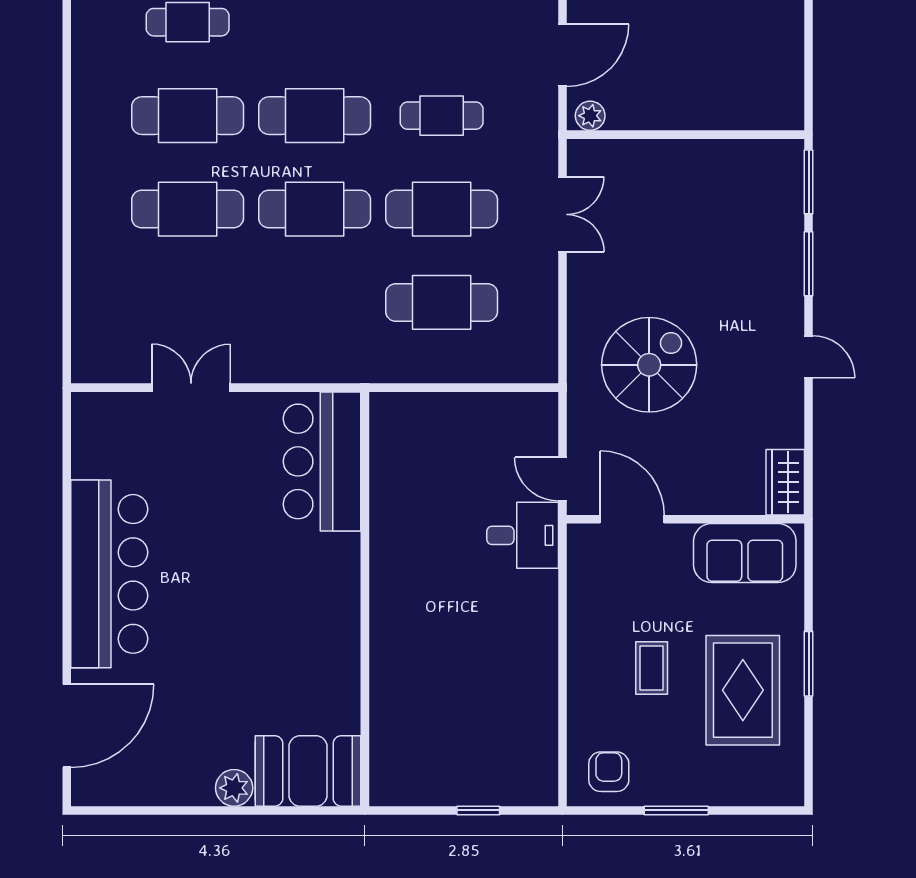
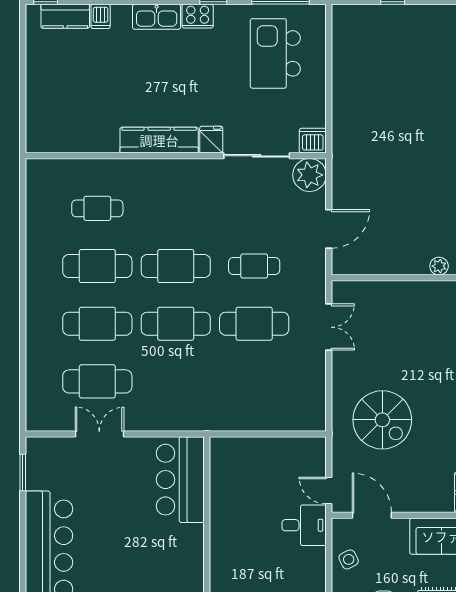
plant: (590, 116) -> (439, 266), moved
cafe table: (442, 302) -> (97, 381), moved
spiral stairs: (649, 365) -> (382, 420), turned 90
window: (67, 450) -> (23, 473), added
side table: (595, 591) -> (349, 559), added

